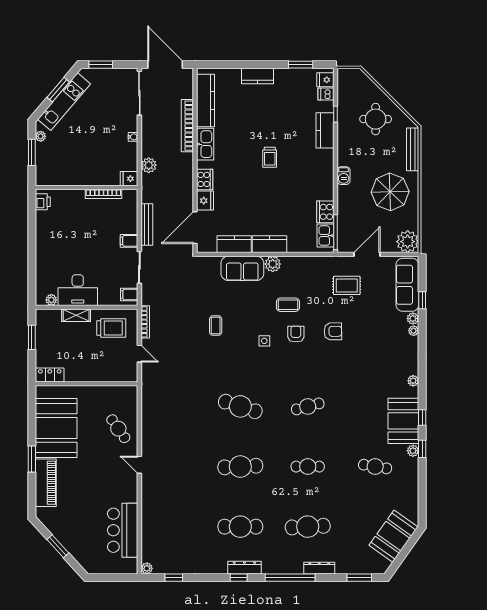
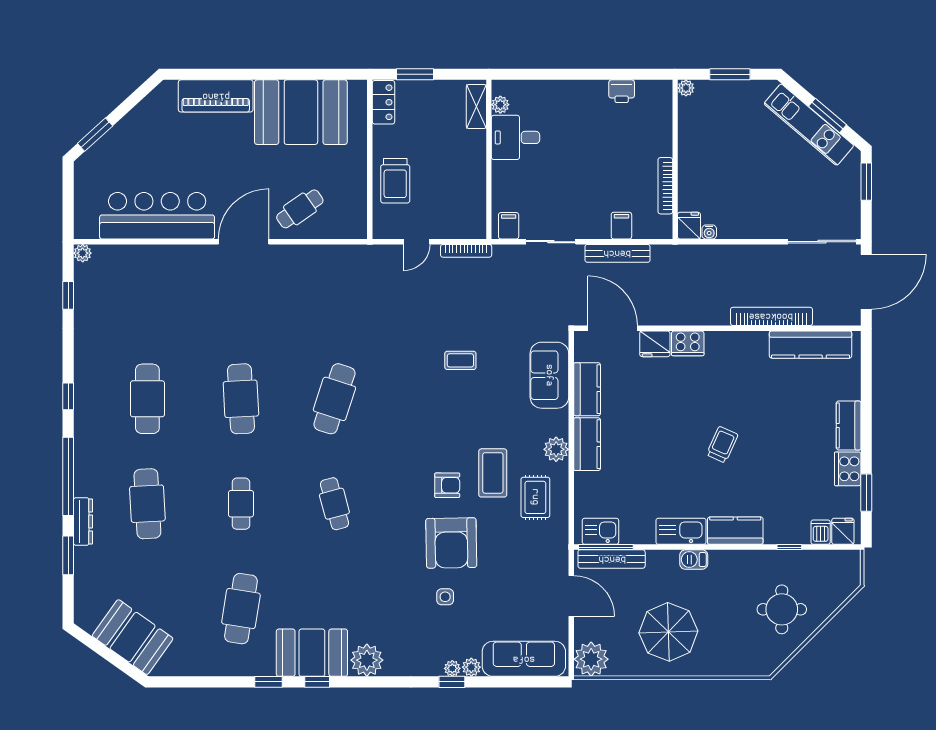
kitchen counter: (325, 130) -> (735, 531), moved
plant: (41, 136) -> (686, 88), moved
water cooler: (133, 137) -> (709, 232), moved
kitchen sink: (205, 144) -> (681, 531), moved, turned 180
bench: (413, 149) -> (612, 559), moved
trolley: (270, 157) -> (722, 445), turned 114
plant: (149, 165) -> (710, 256), removed
printer: (43, 202) -> (622, 91), moved
cooker: (325, 212) -> (848, 469), moved, turned -90
filing cabinet: (129, 241) -> (621, 226), moved
sofa: (242, 268) -> (549, 375), moved
rug: (347, 285) -> (535, 497), moved
desk: (78, 290) -> (515, 137), width x0.73
window: (422, 300) -> (452, 682), moved
coffee table: (288, 305) -> (493, 473), width x1.36, depth x1.30
shelving: (76, 315) -> (476, 107), moved
trolley: (111, 328) -> (395, 181), moved
armchair: (333, 331) -> (451, 543), width x1.88, depth x1.88
window: (32, 337) -> (415, 74), moved
side table: (264, 341) -> (445, 597), moved
plant: (413, 381) -> (367, 660), width x1.87, depth x1.87
plant: (413, 451) -> (266, 667), removed
window: (32, 459) -> (253, 74), removed
door: (139, 465) -> (244, 242), width x1.88
cafe table: (375, 467) -> (241, 609), width x1.37, depth x1.35
bar counter: (123, 530) -> (157, 216), width x1.36
window: (58, 546) -> (95, 135), moved
dresser: (244, 568) -> (84, 405), removed
window: (359, 578) -> (68, 555), moved

